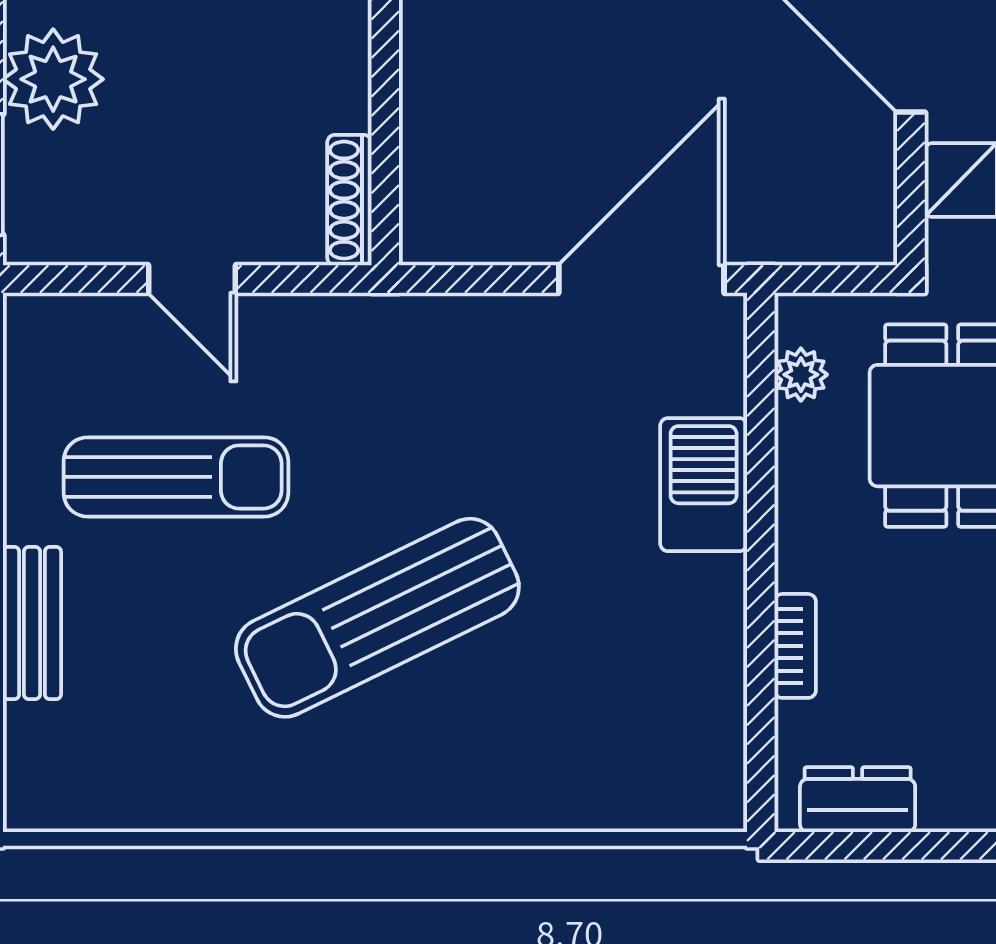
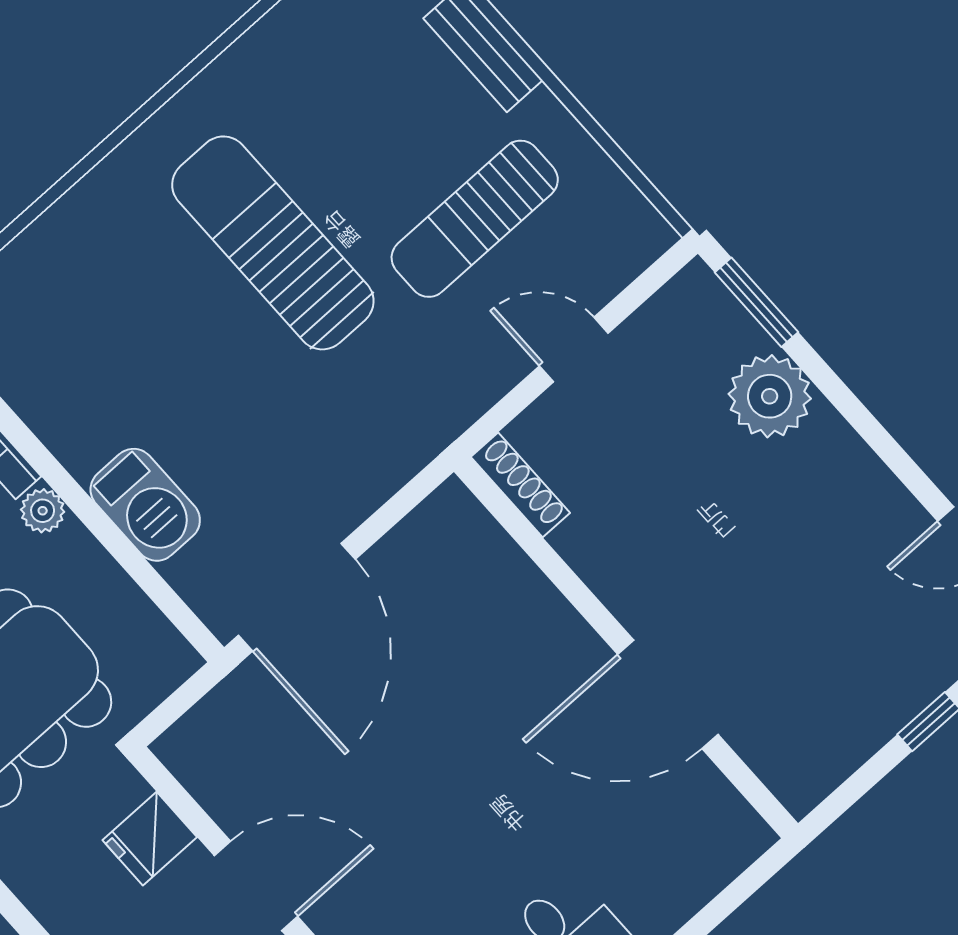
plant: (801, 375) -> (43, 511), moved
sun lounger: (377, 618) -> (273, 243), turned -64

